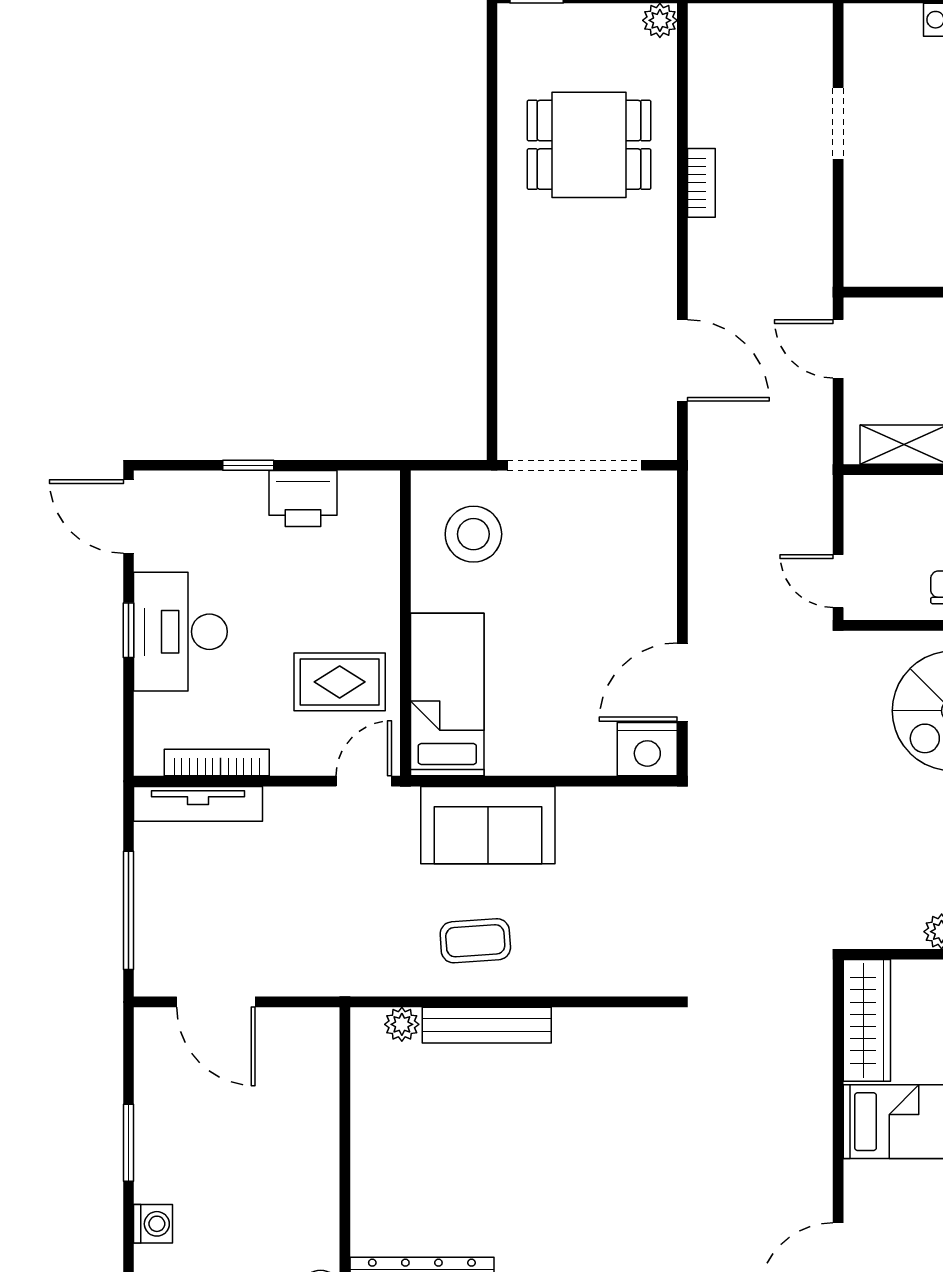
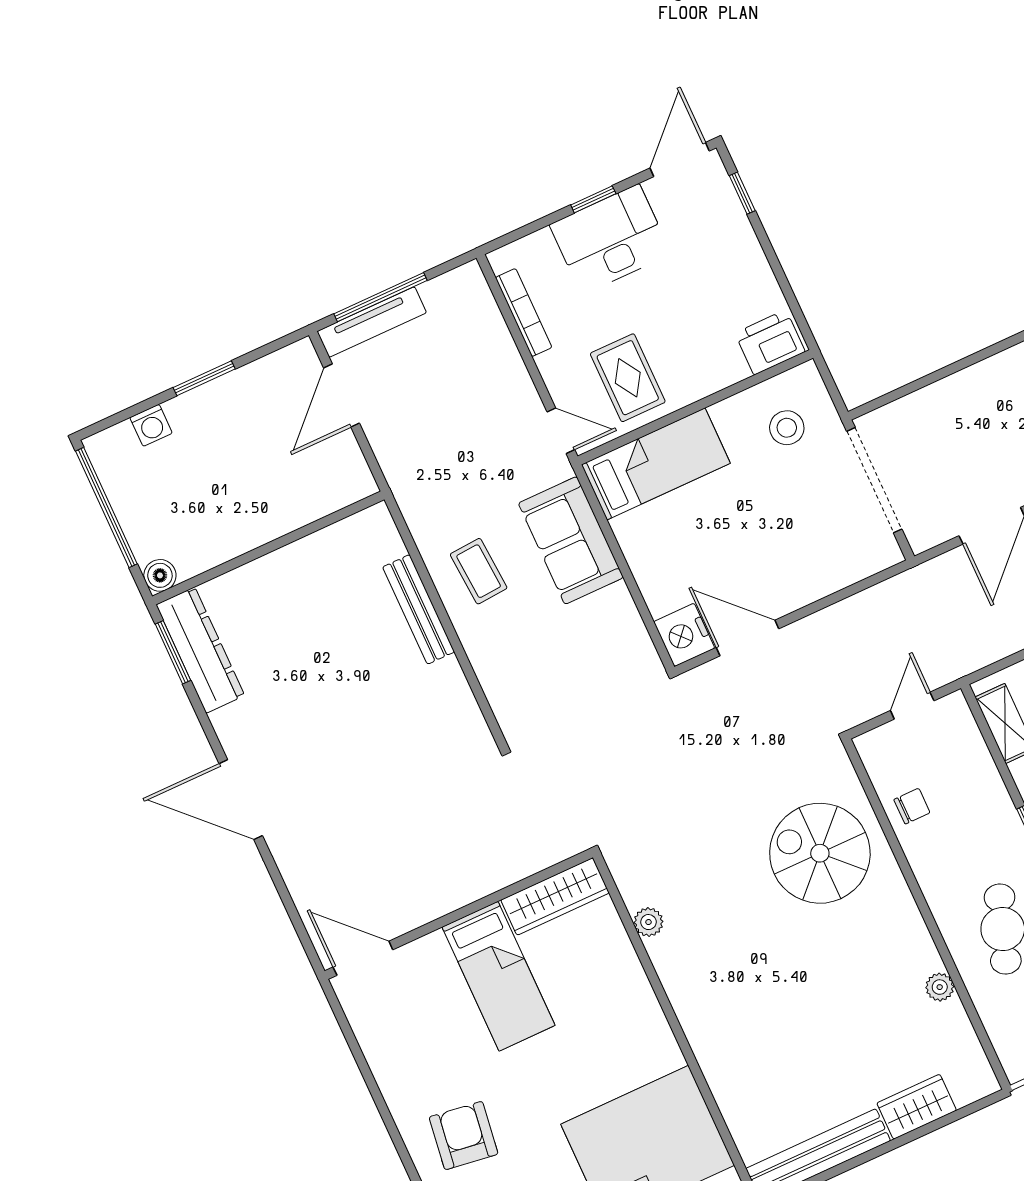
window: (248, 465) -> (742, 193), moved
printer: (303, 498) -> (770, 342), moved, turned 90
stool: (473, 534) -> (787, 428), width x0.73, depth x0.73
door: (838, 581) -> (912, 706), moved
tv unit: (198, 804) -> (372, 322), moved, turned -90
plant: (402, 1024) -> (390, 545), removed

